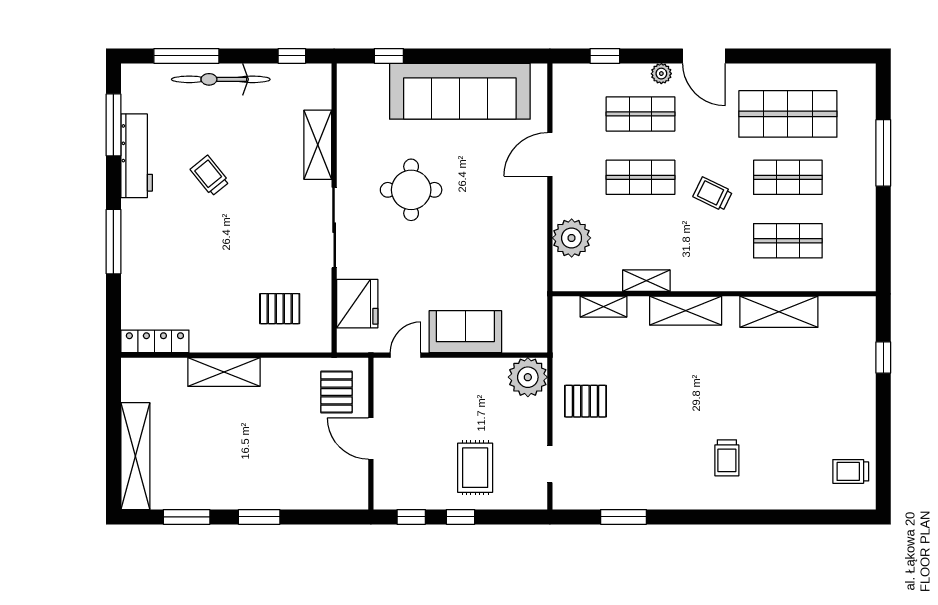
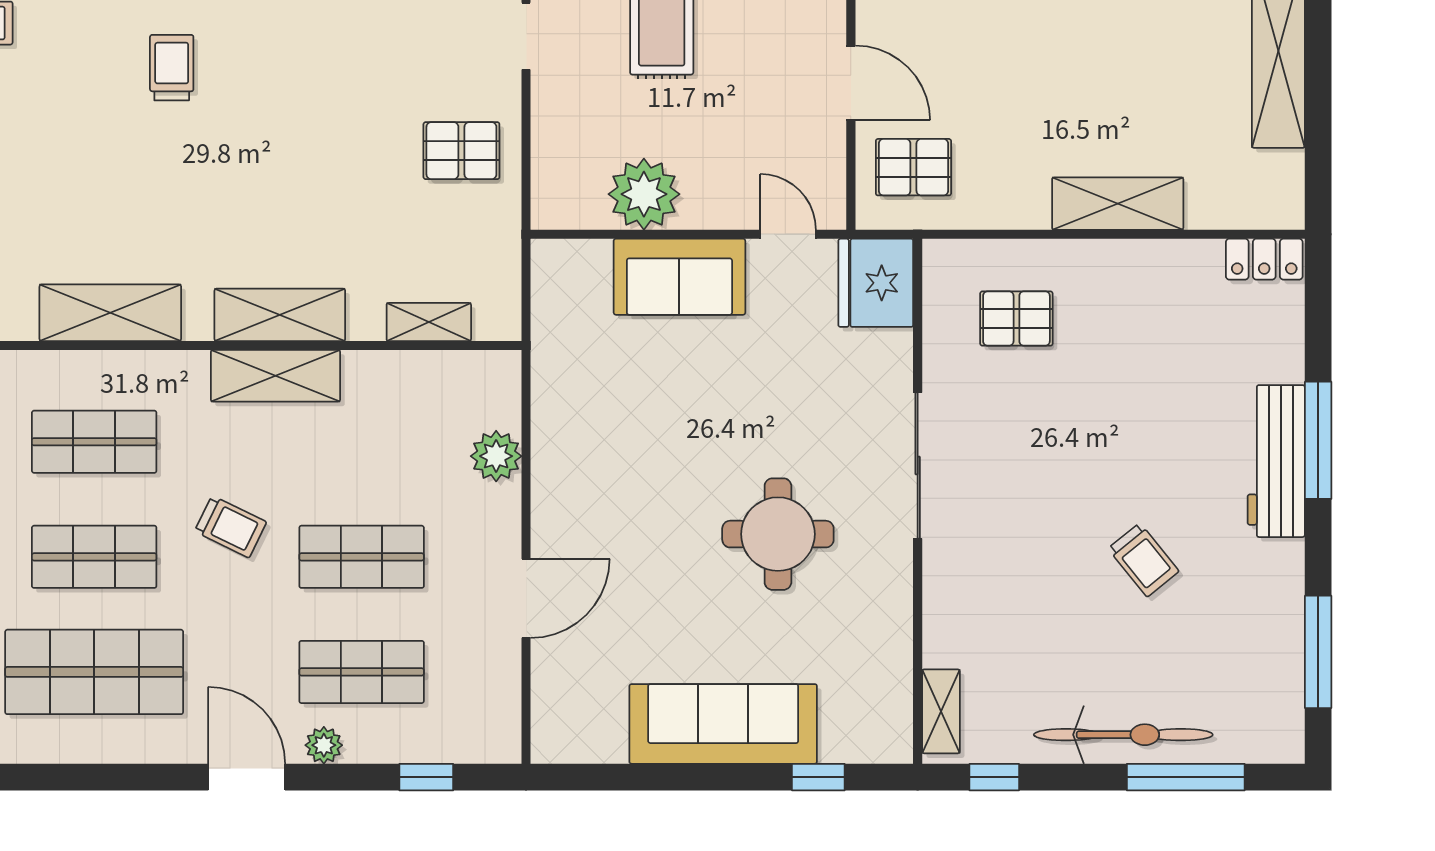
sofa: (460, 91) -> (723, 724), width x0.74, depth x0.79
shelving: (318, 145) -> (941, 711), moved, width x0.67, depth x0.75
workbench: (137, 156) -> (1276, 461), moved
plant: (572, 238) -> (496, 456), width x0.73, depth x0.73
shelving: (646, 281) -> (276, 376), moved, width x1.50, depth x1.33
fridge: (357, 304) -> (876, 283), moved
locker: (155, 341) -> (1264, 259), width x0.66
door: (406, 355) -> (788, 234), swing flipped
plant: (528, 377) -> (644, 194), moved
pallet: (336, 392) -> (913, 167), turned 90
trolley: (727, 458) -> (172, 68), moved

